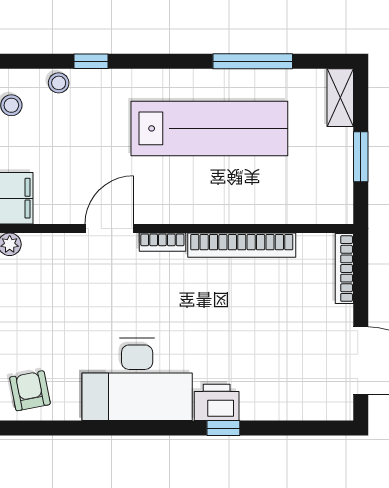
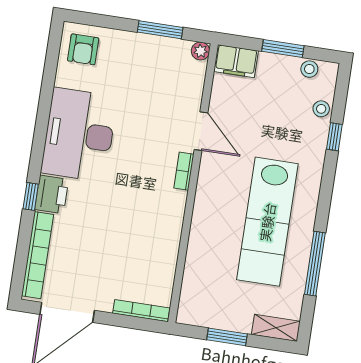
bookcase: (242, 245) -> (37, 255), moved, turned 180
armchair: (30, 391) -> (83, 49), turned 101

